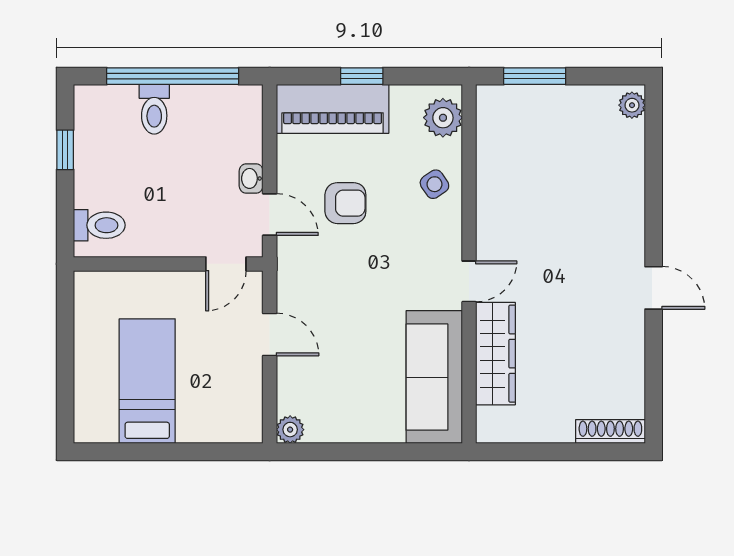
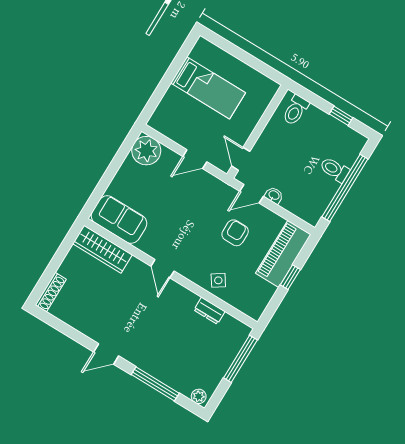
window: (535, 76) -> (240, 359), width x1.44
plant: (443, 118) -> (247, 303), removed
dresser: (490, 169) -> (209, 311), added
window: (654, 184) -> (155, 384), added
armchair: (345, 203) -> (235, 233), turned 180
wardrobe: (496, 354) -> (102, 249), moved
sofa: (434, 377) -> (119, 220), width x0.73
plant: (290, 430) -> (146, 151), width x1.88, depth x1.88

